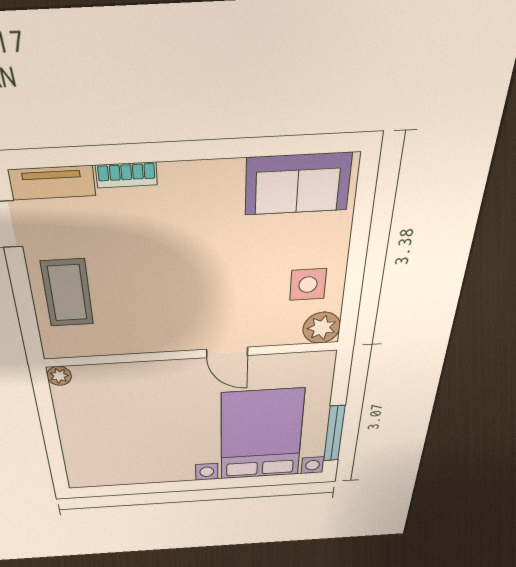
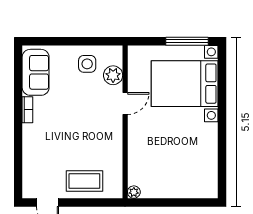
bookcase: (127, 175) -> (27, 110), moved
tv unit: (52, 183) -> (29, 180), removed
plant: (322, 328) -> (113, 75), moved

